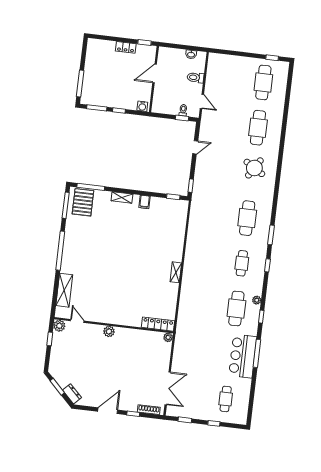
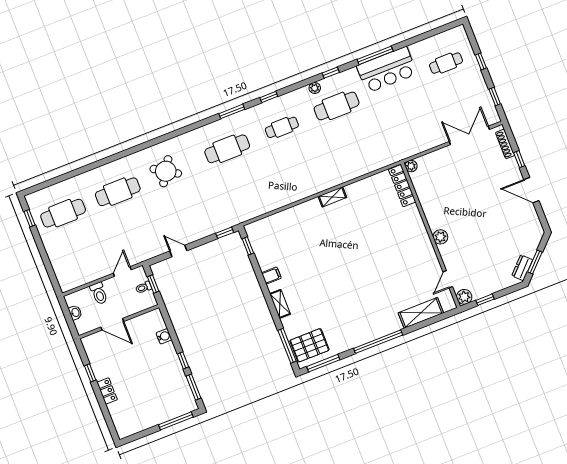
door: (155, 74) -> (112, 324), moved
wall: (154, 79) -> (119, 322), moved
dresser: (72, 394) -> (522, 268), moved

